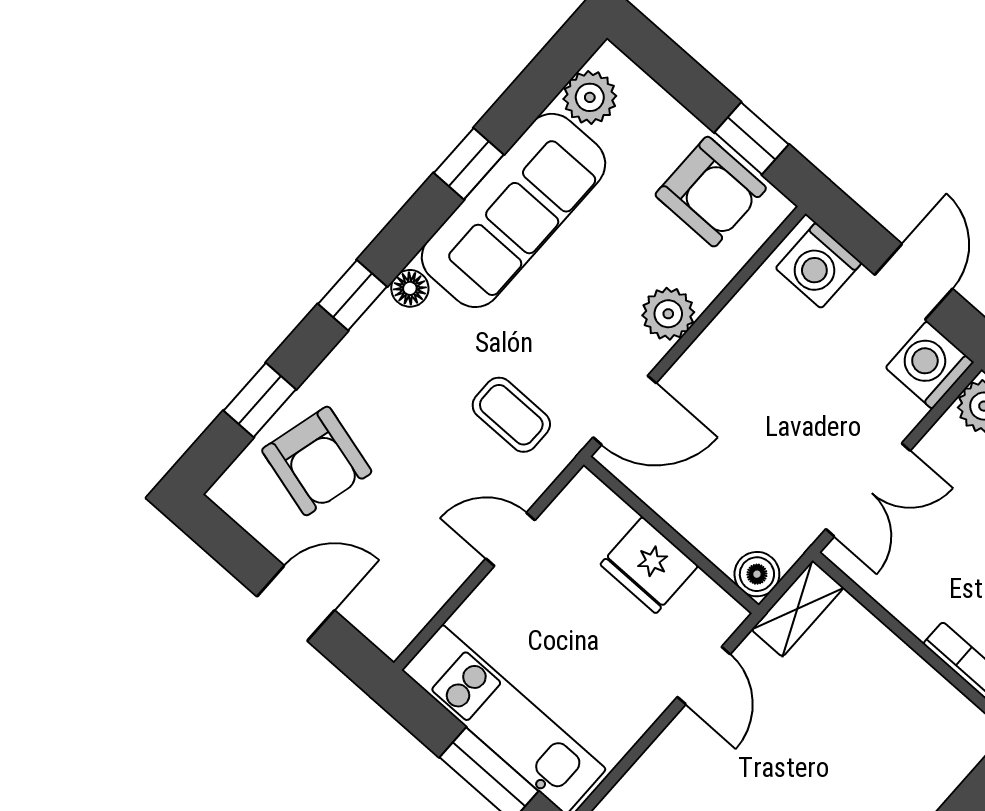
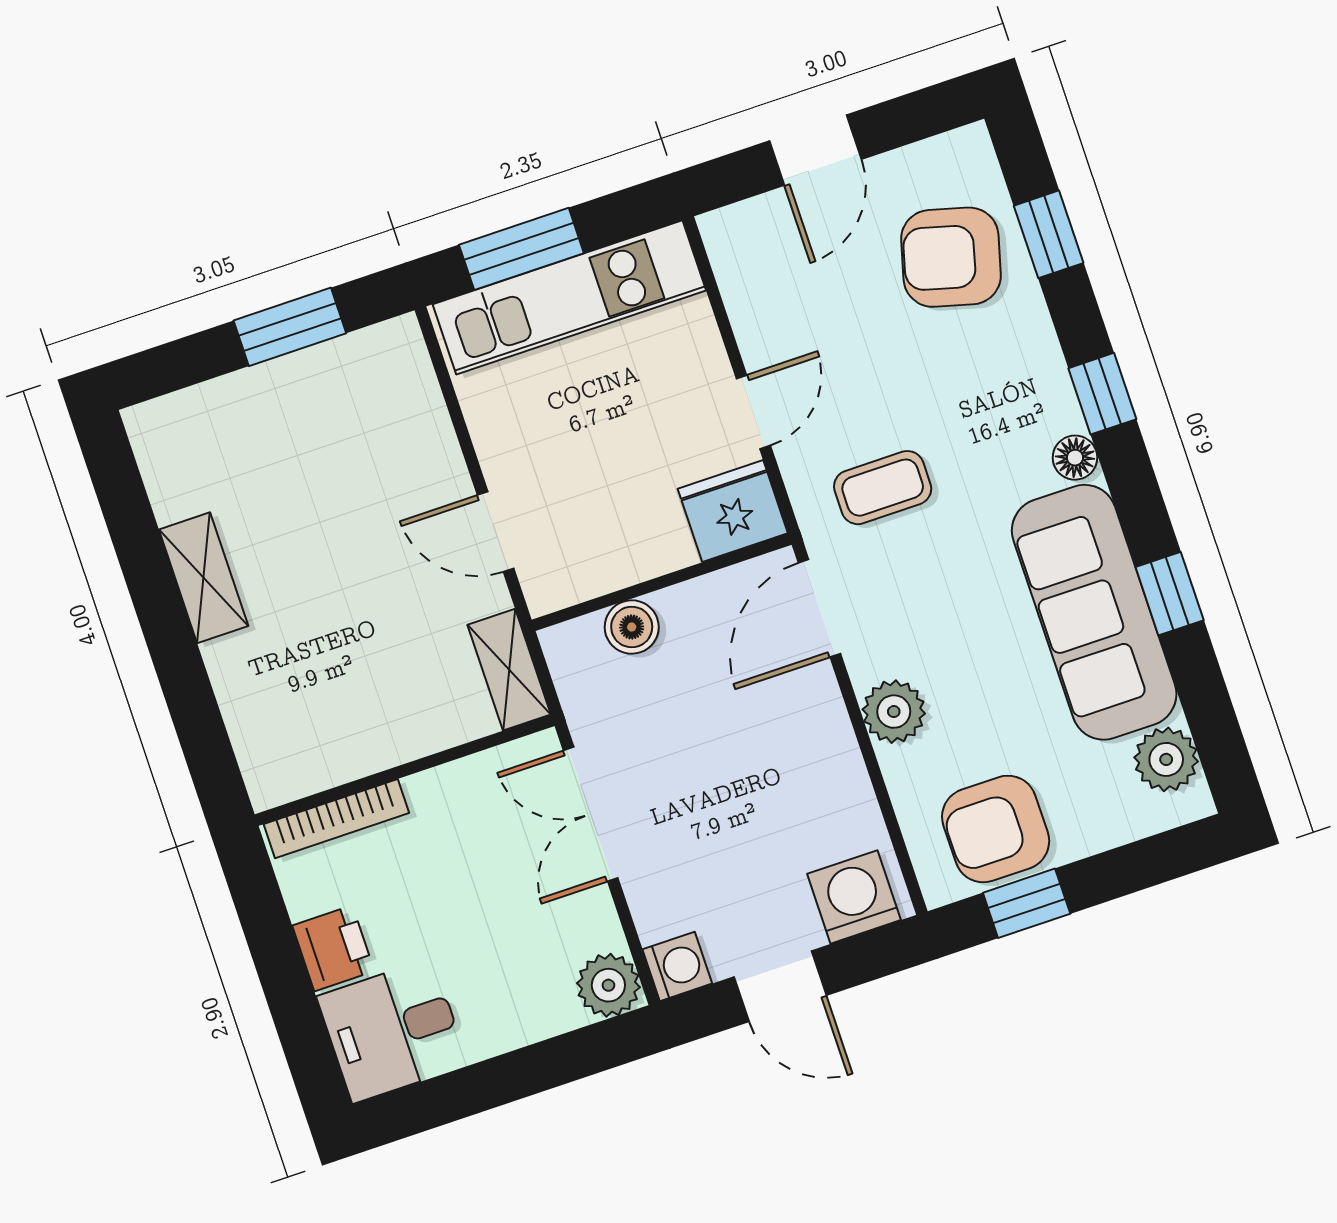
washing machine: (930, 365) -> (677, 966), width x0.73, depth x0.73
fridge: (649, 565) -> (733, 511), moved
boiler: (757, 574) -> (632, 627), moved

